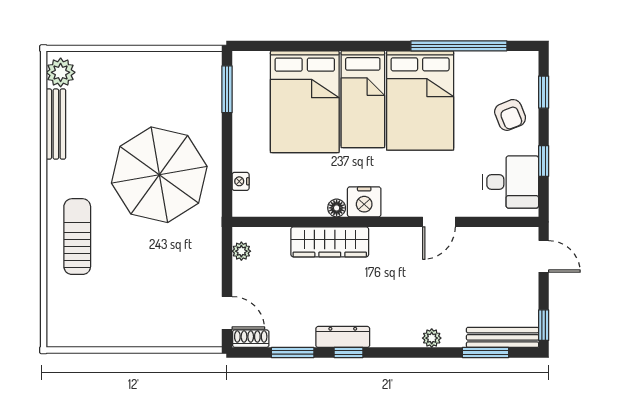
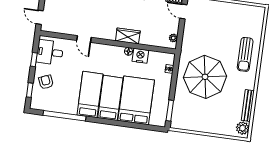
bed: (420, 101) -> (90, 95), width x0.67
nightstand: (364, 202) -> (140, 56), moved
door: (439, 222) -> (84, 39), swing flipped
wardrobe: (330, 242) -> (128, 36), width x0.67

